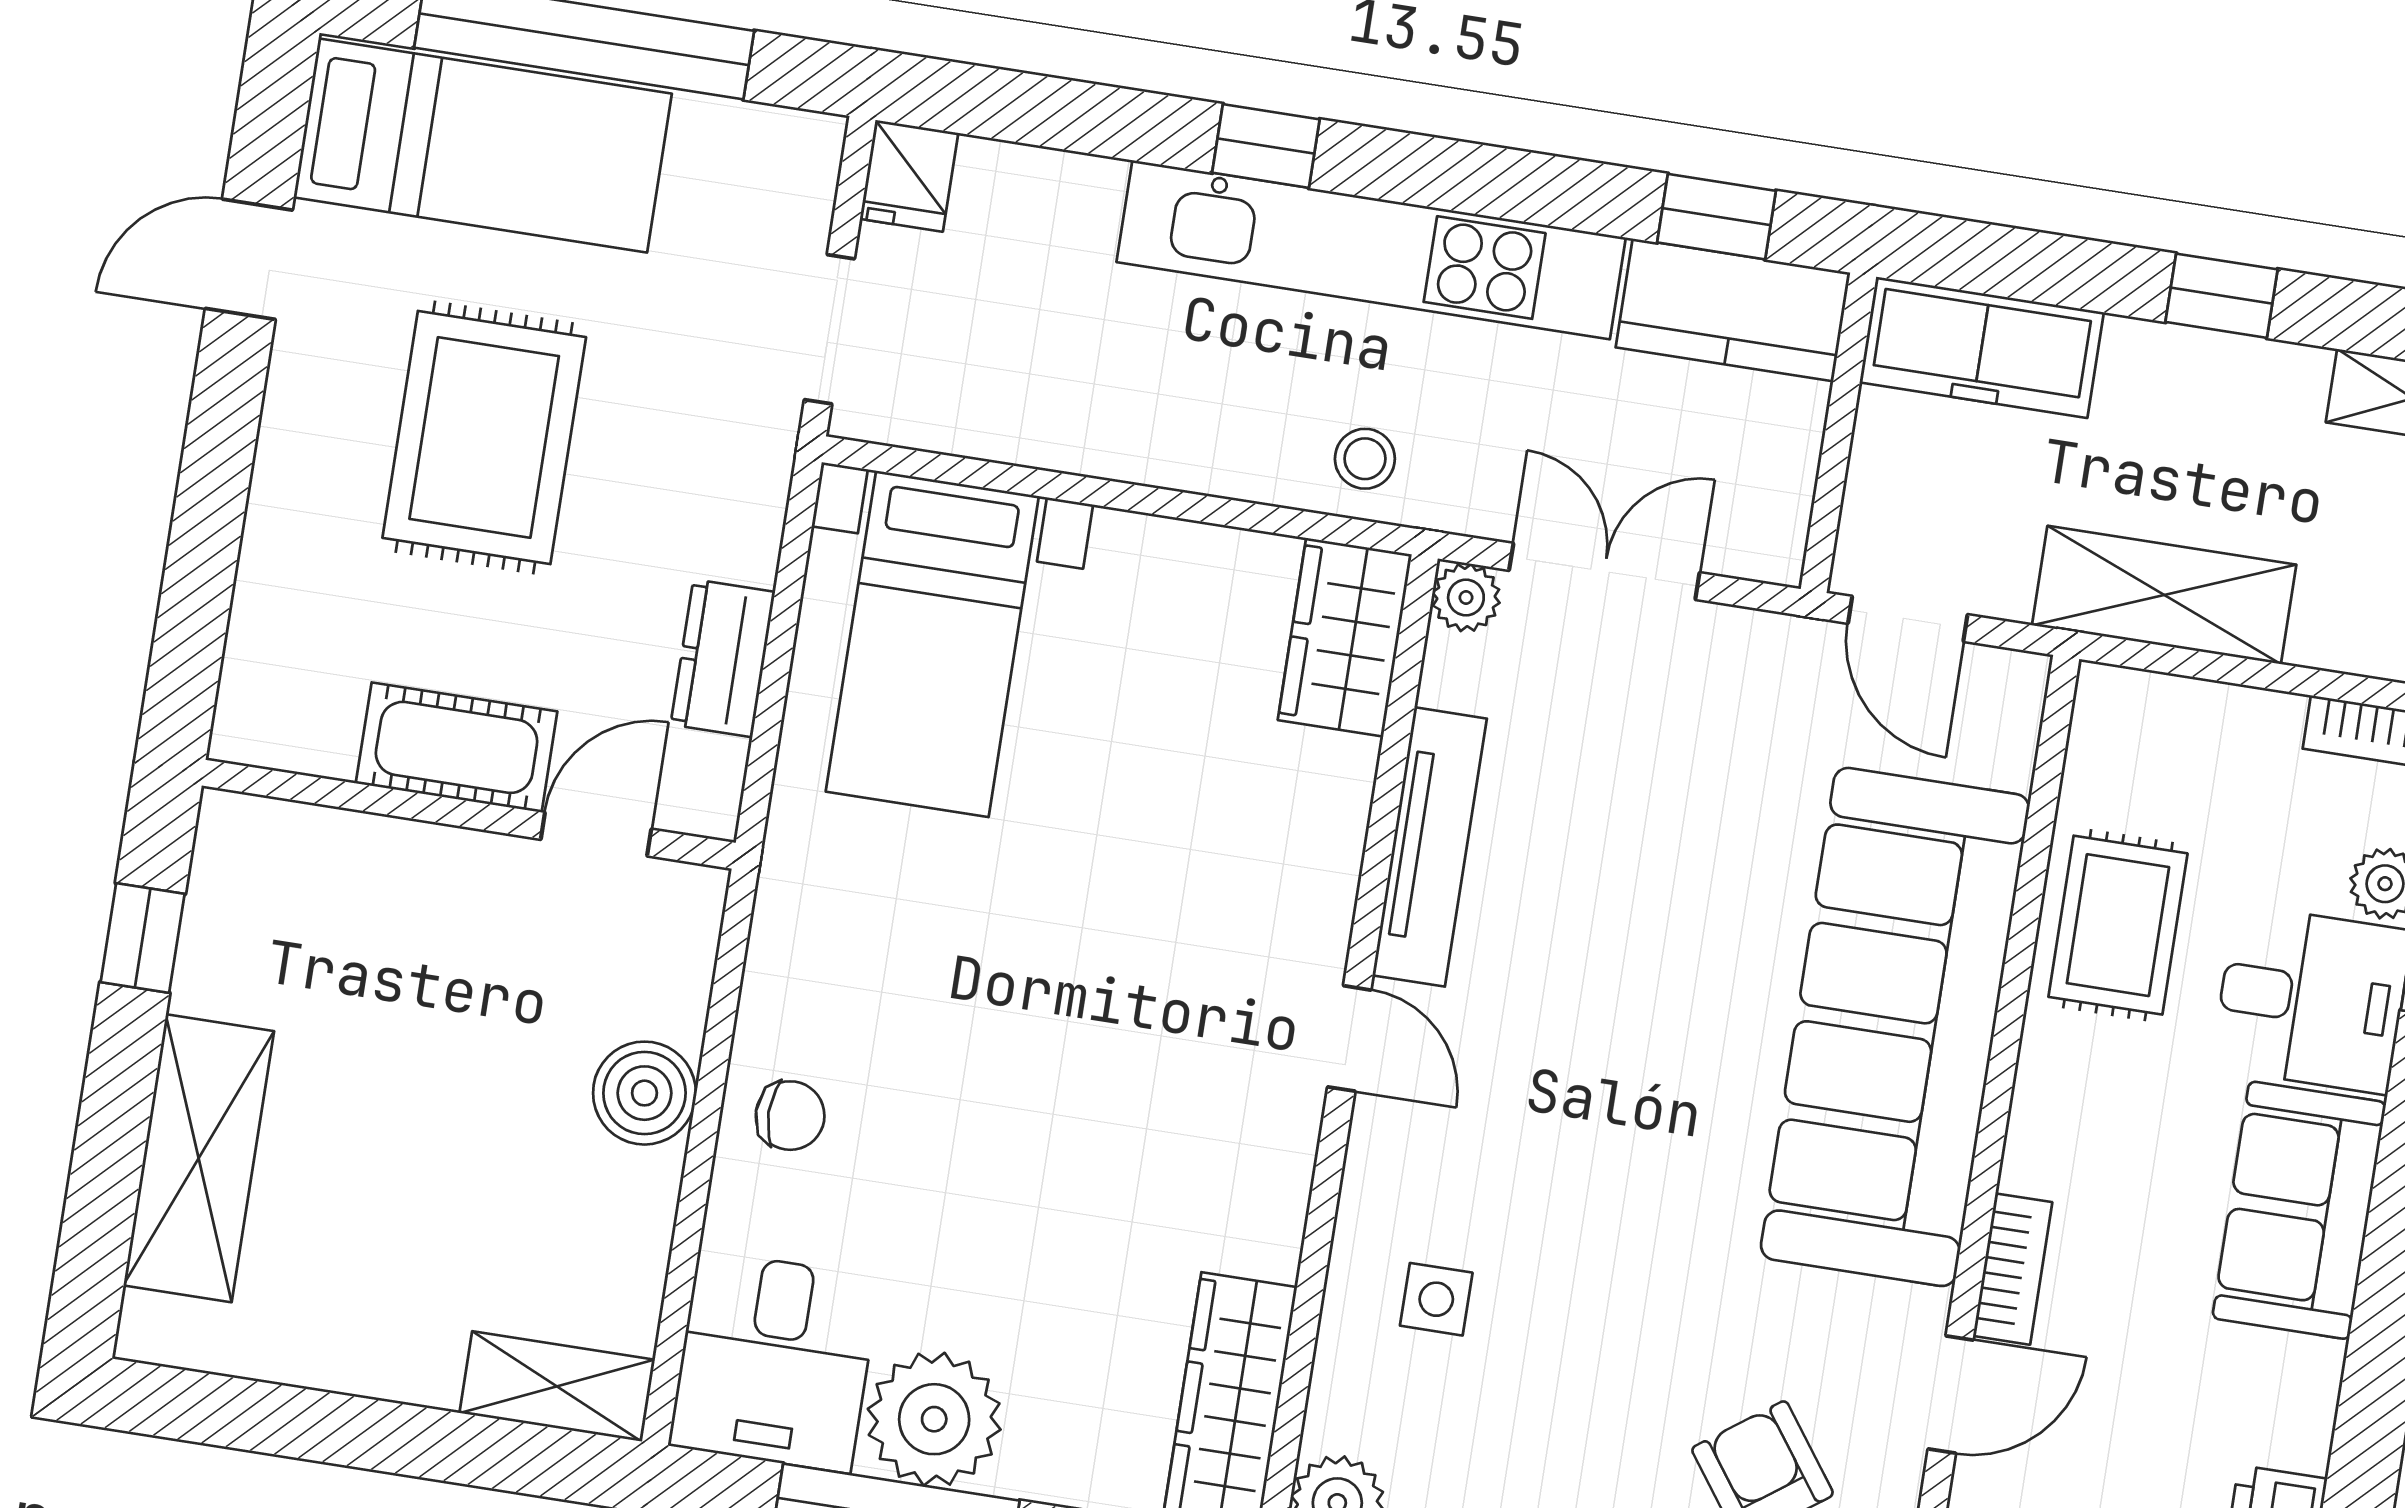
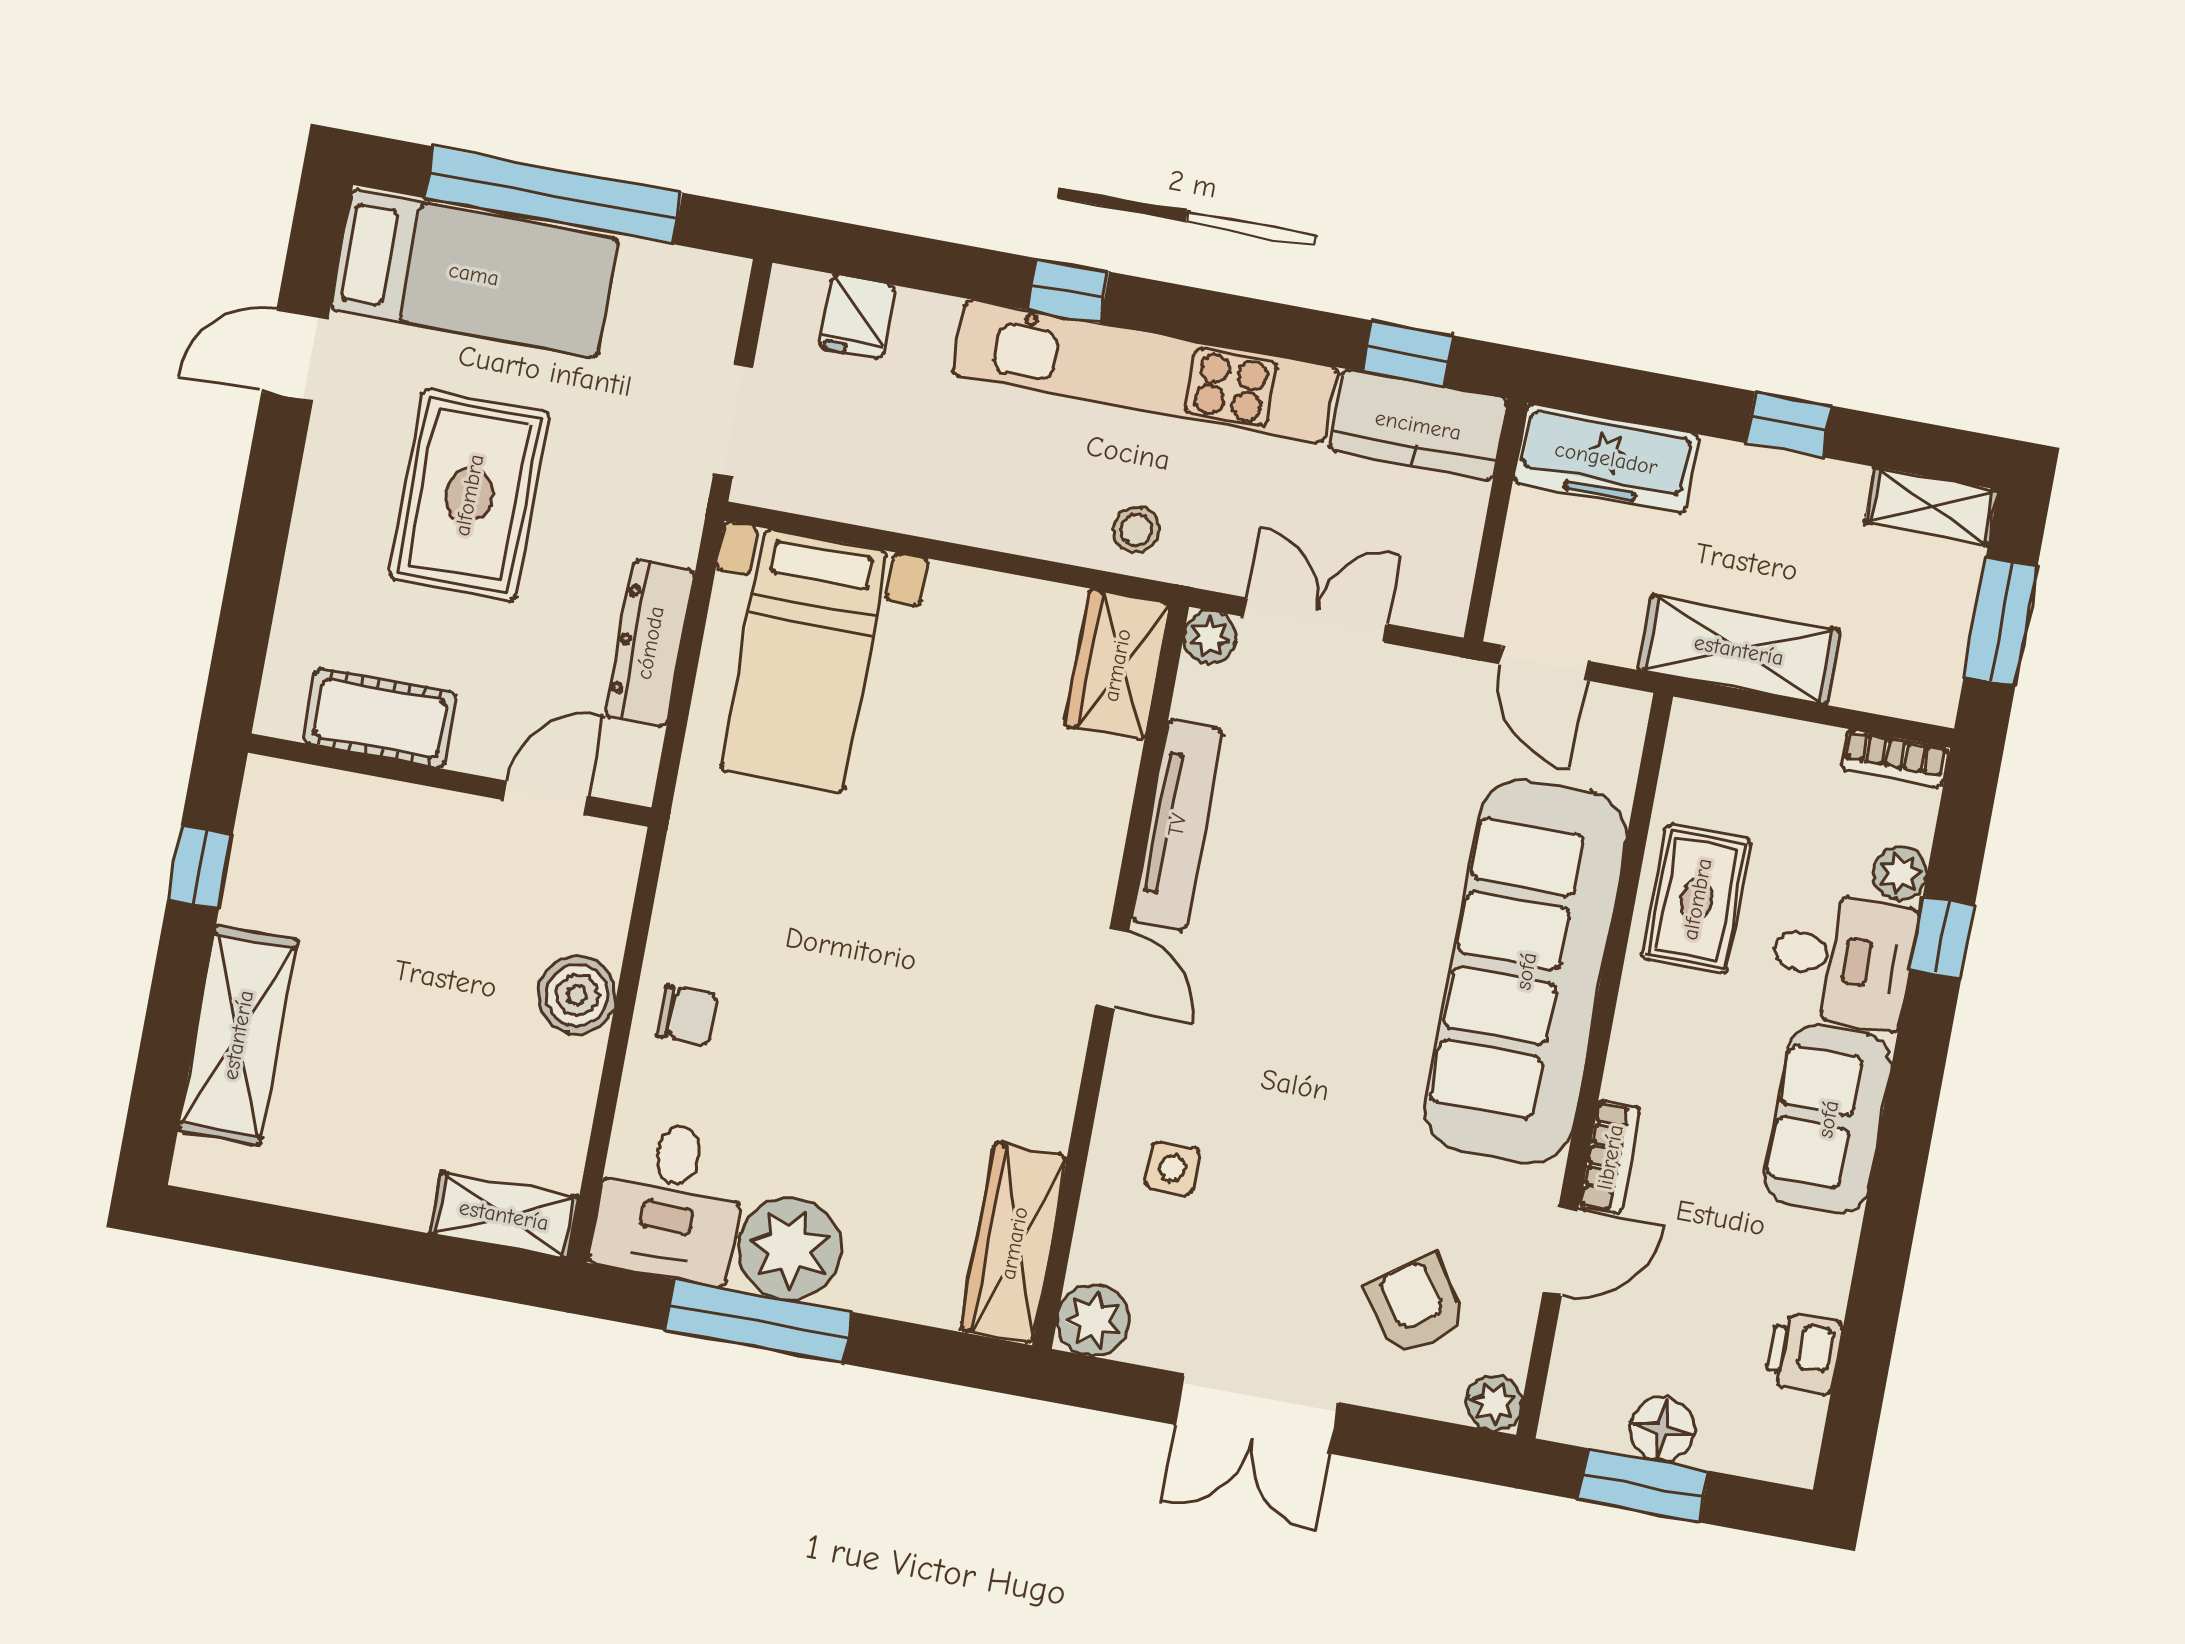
fridge: (909, 176) -> (857, 317), moved
dresser: (723, 658) -> (650, 643), width x1.44
cot: (457, 747) -> (380, 718), moved

